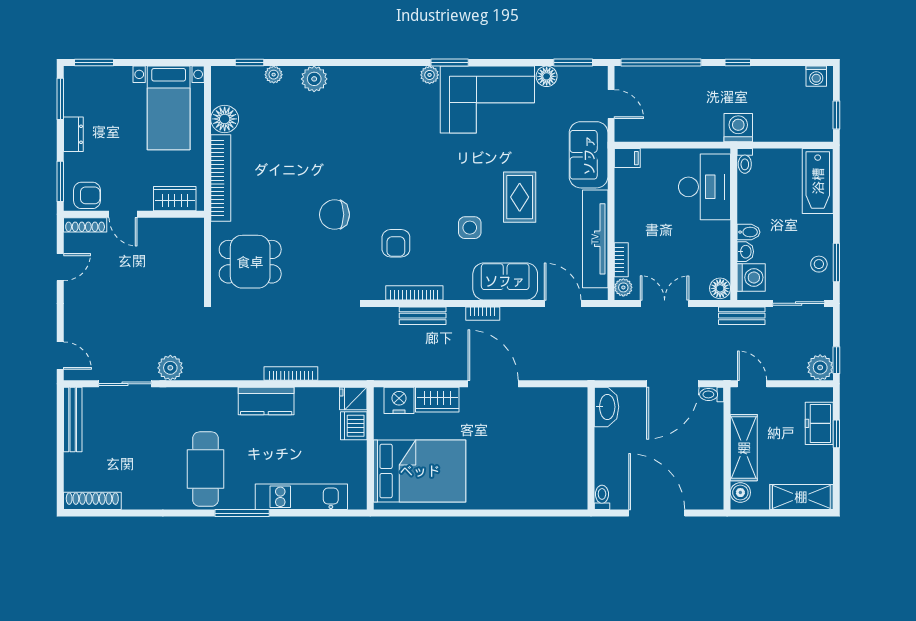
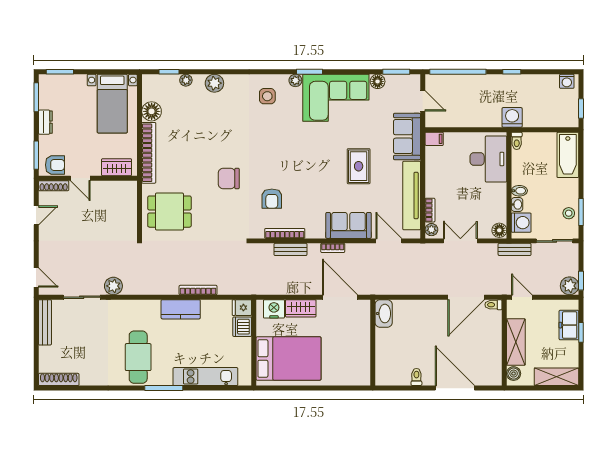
side table: (470, 228) -> (267, 96), moved
washbasin: (607, 407) -> (384, 314), moved
wall: (591, 448) -> (373, 343), moved

